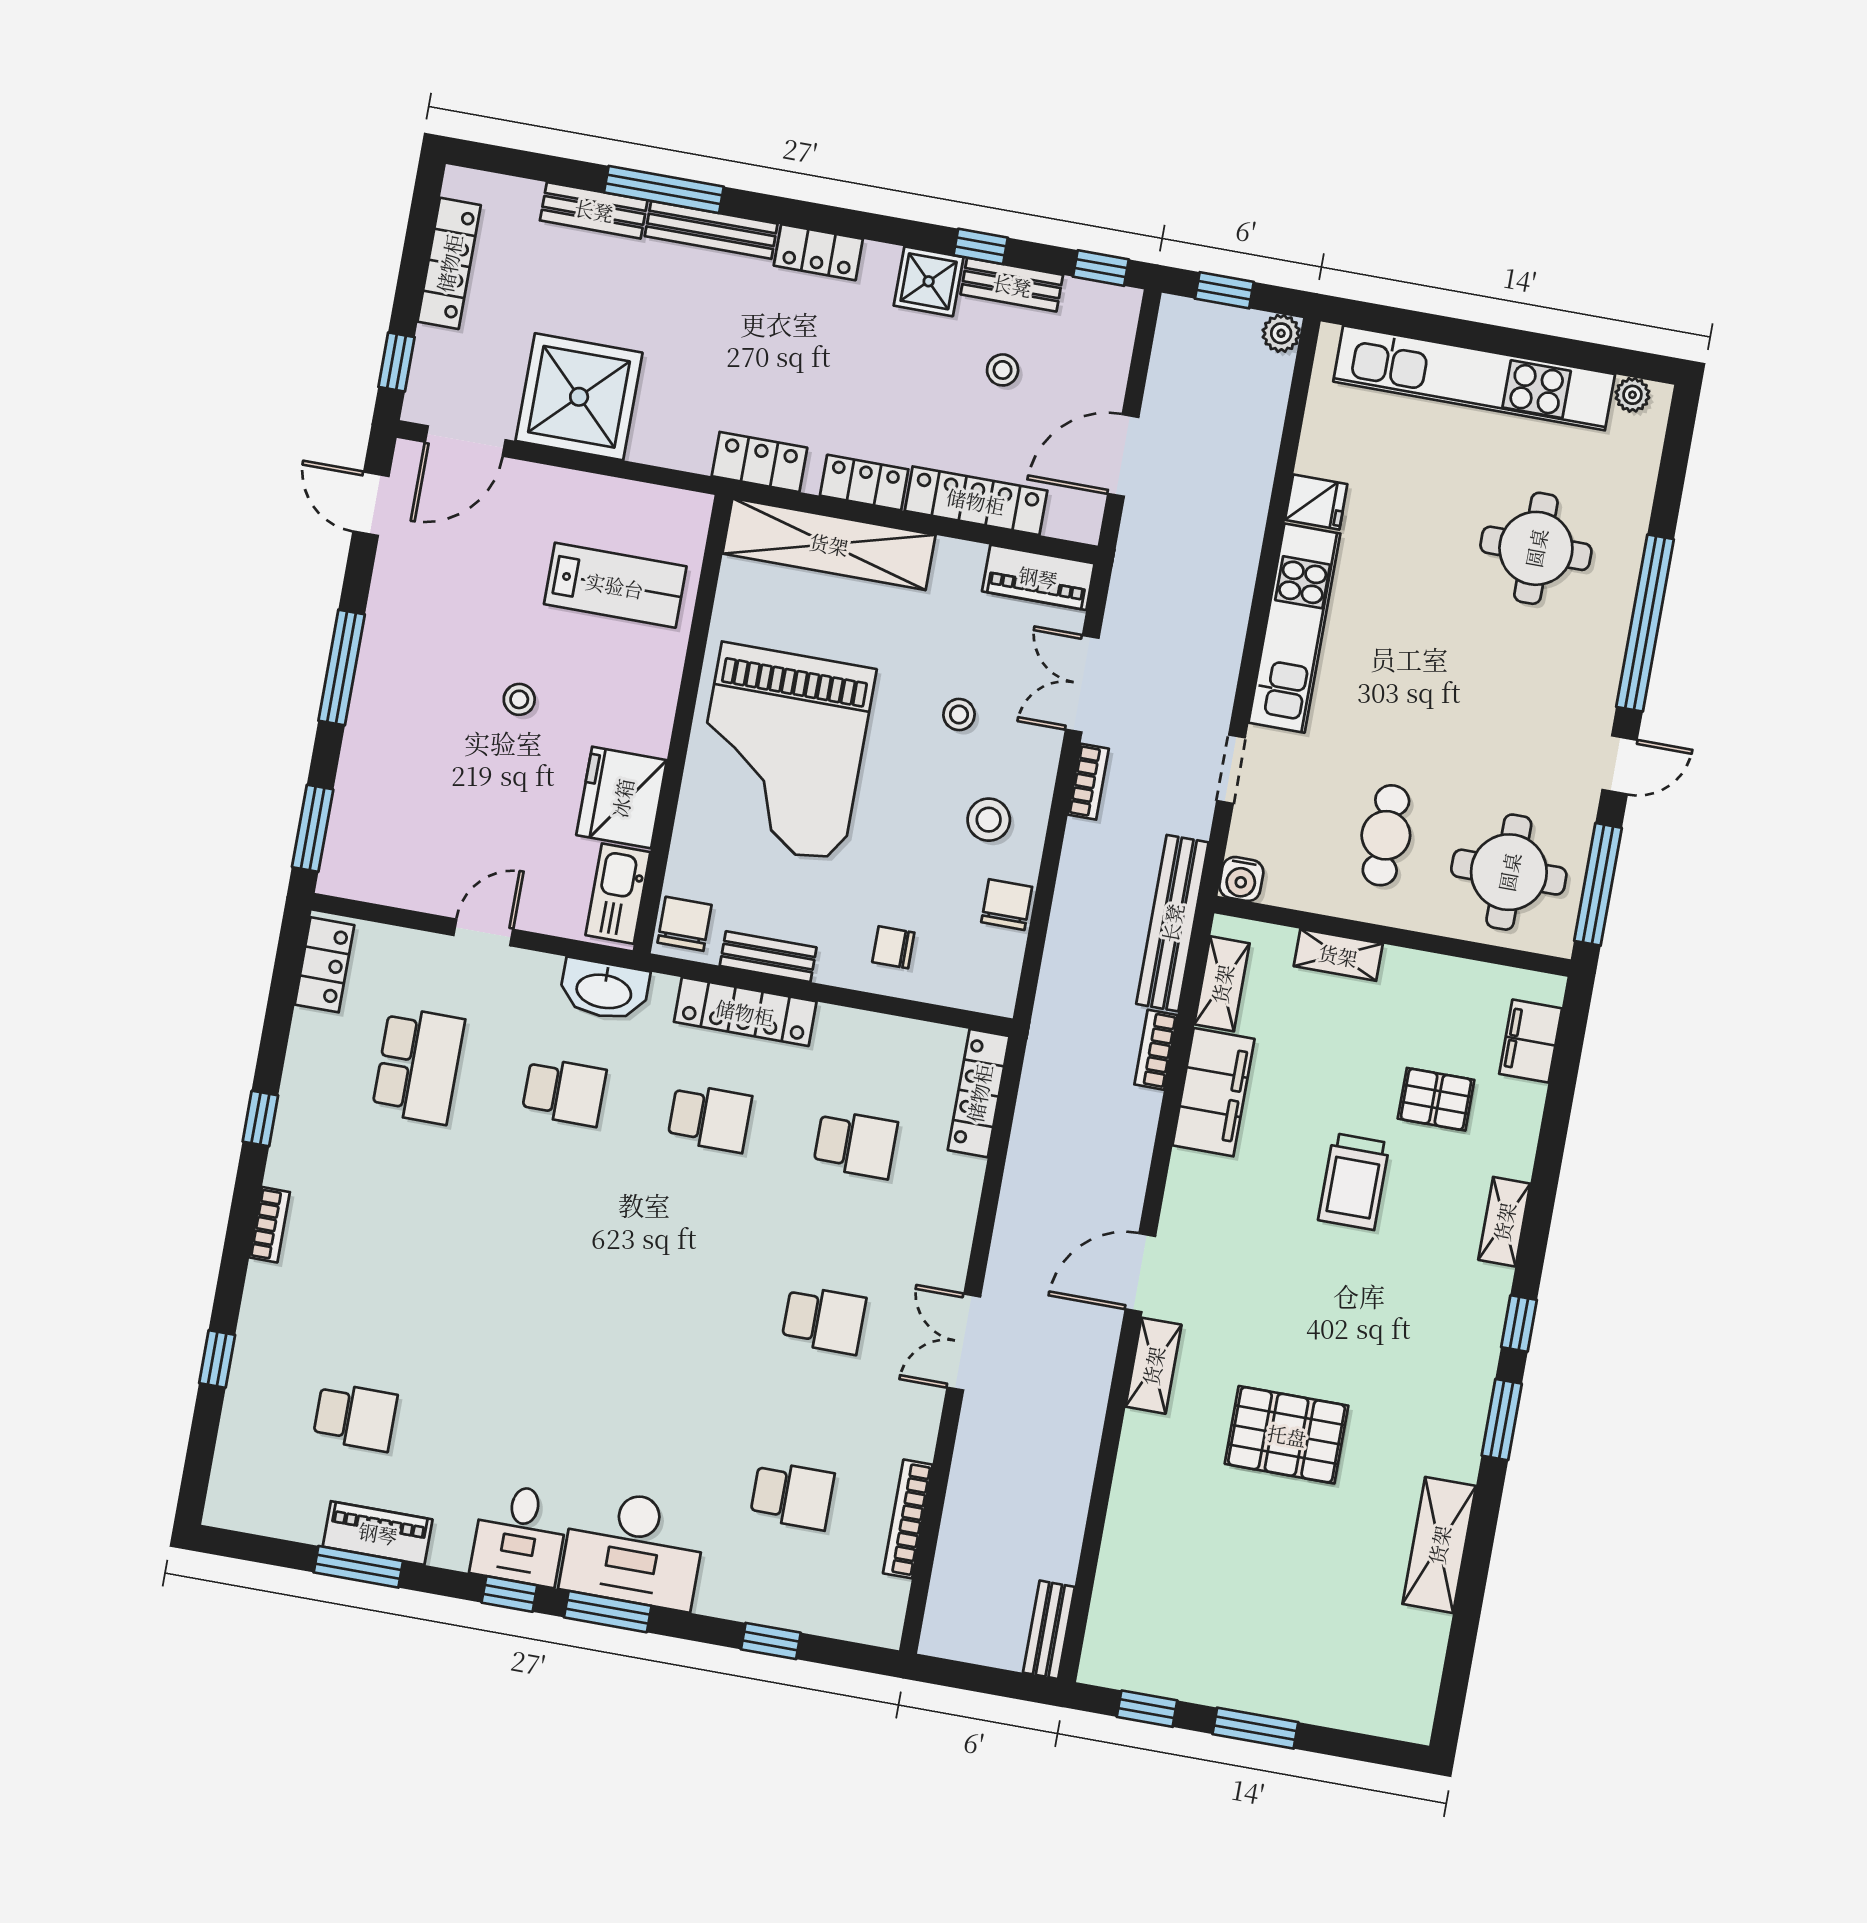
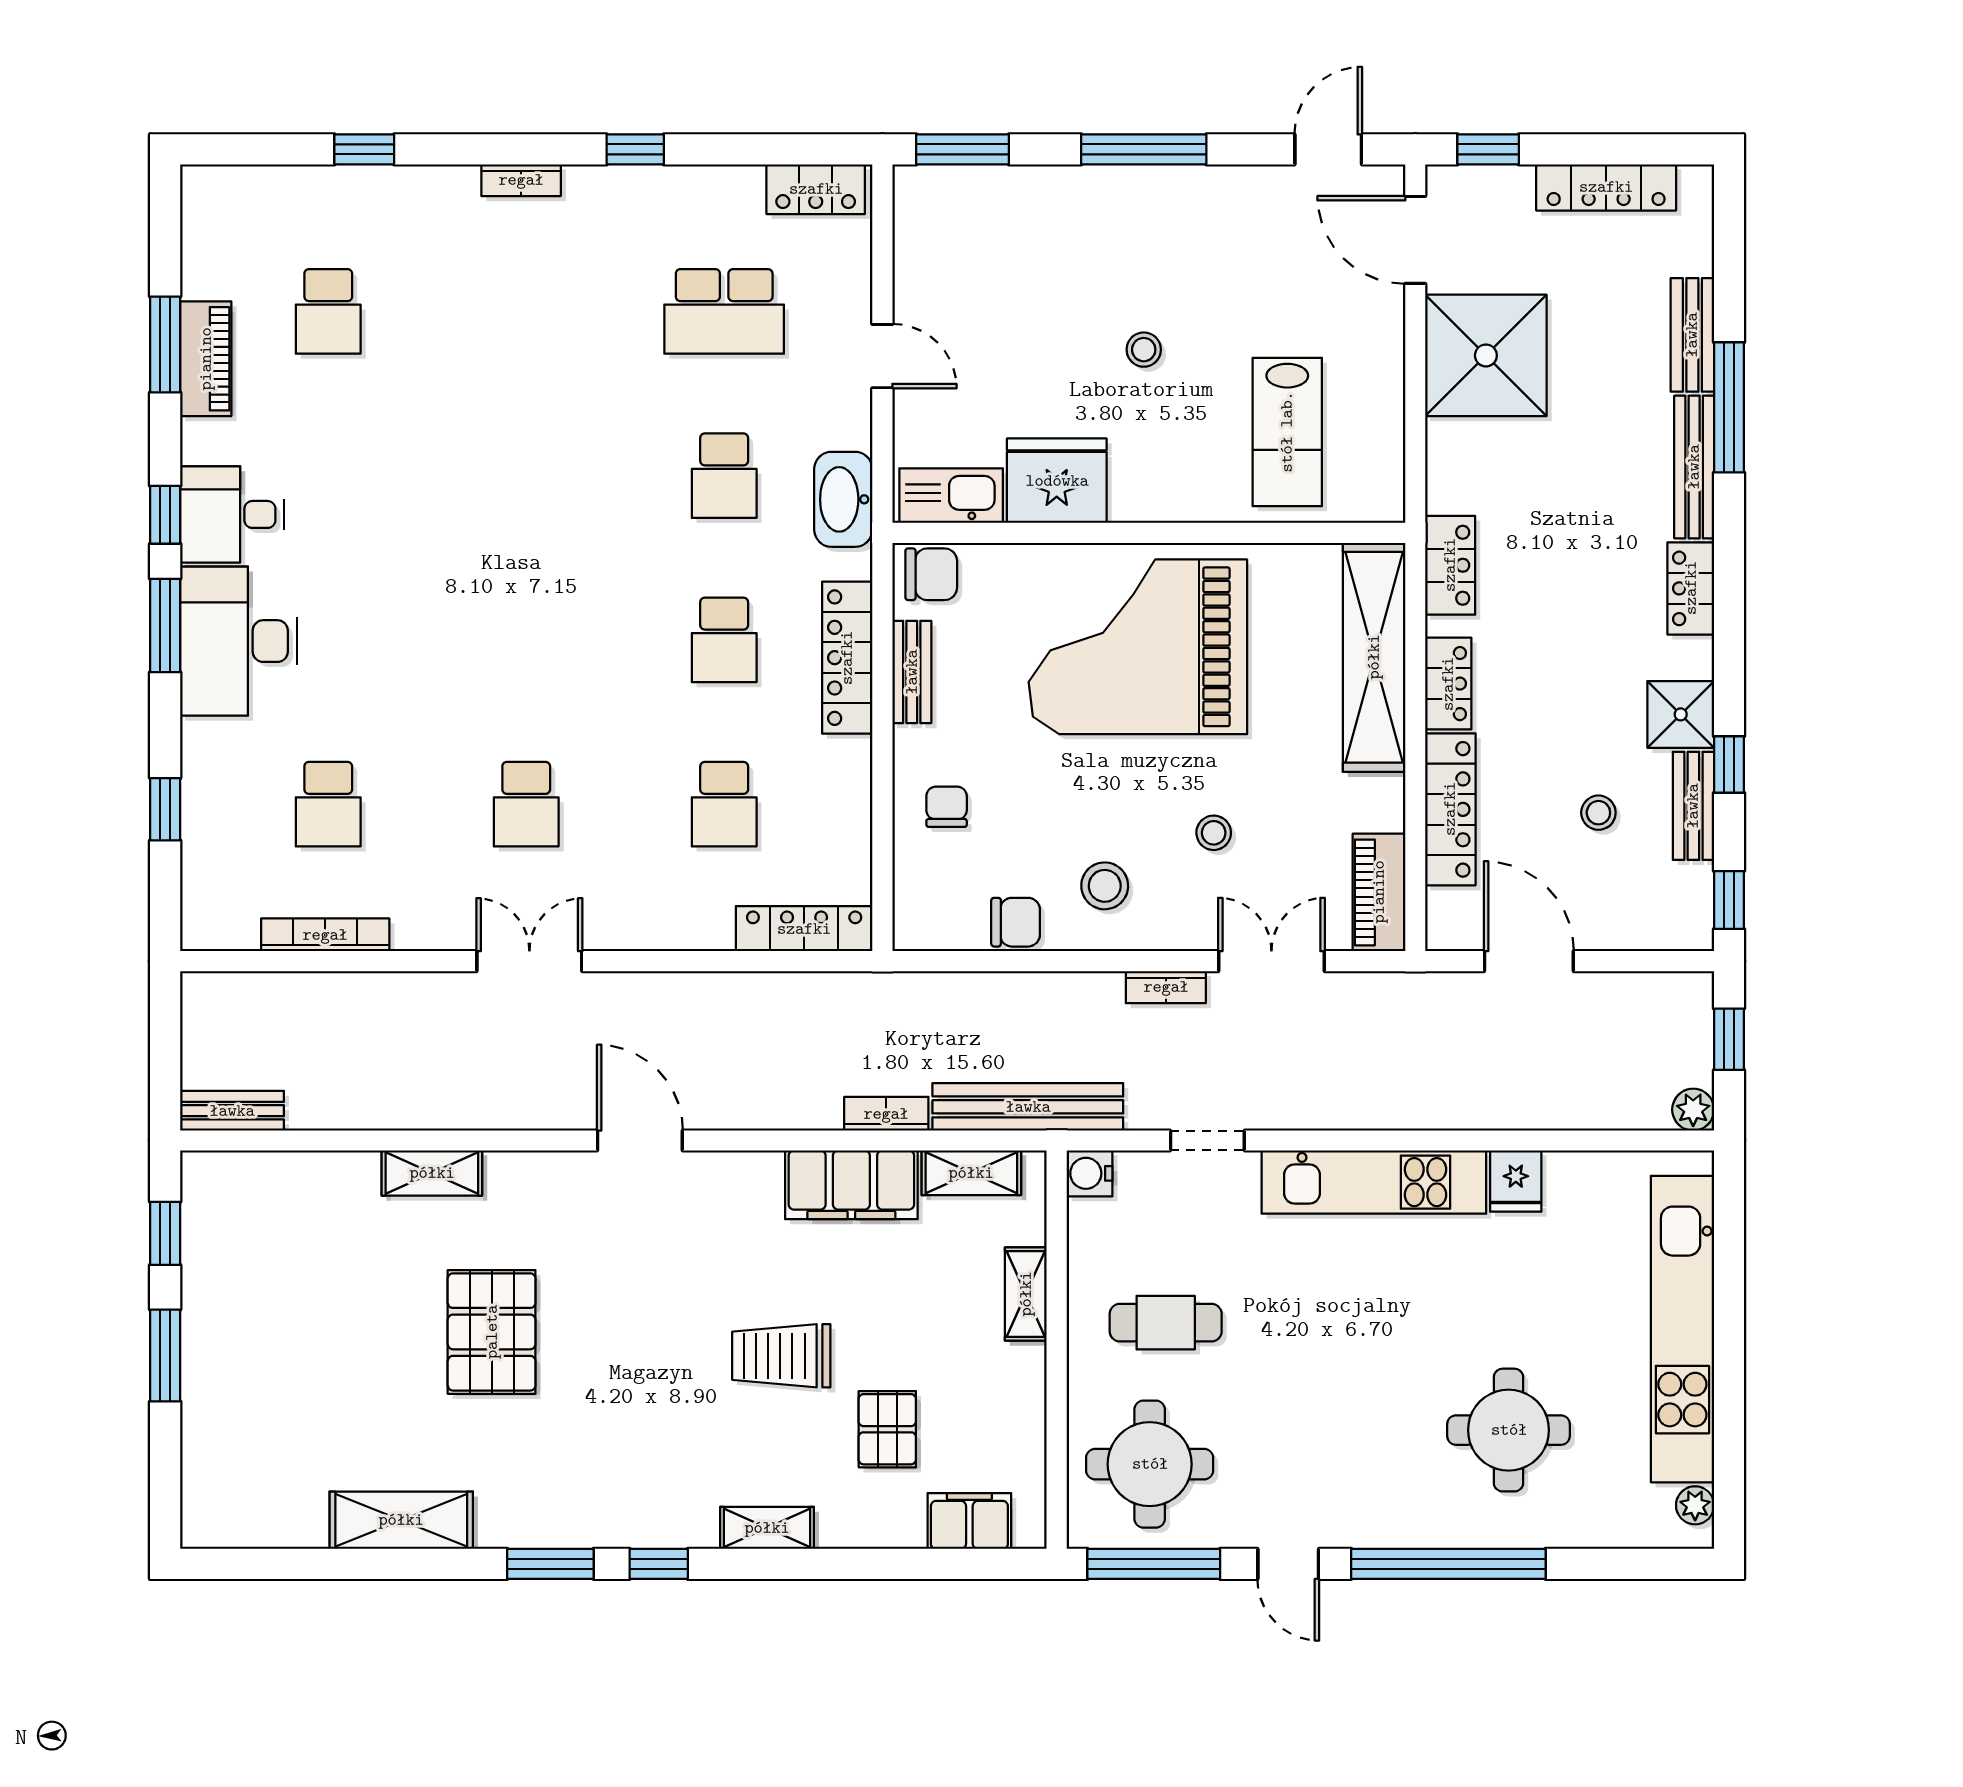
shelving: (1153, 1366) -> (432, 1173), moved

